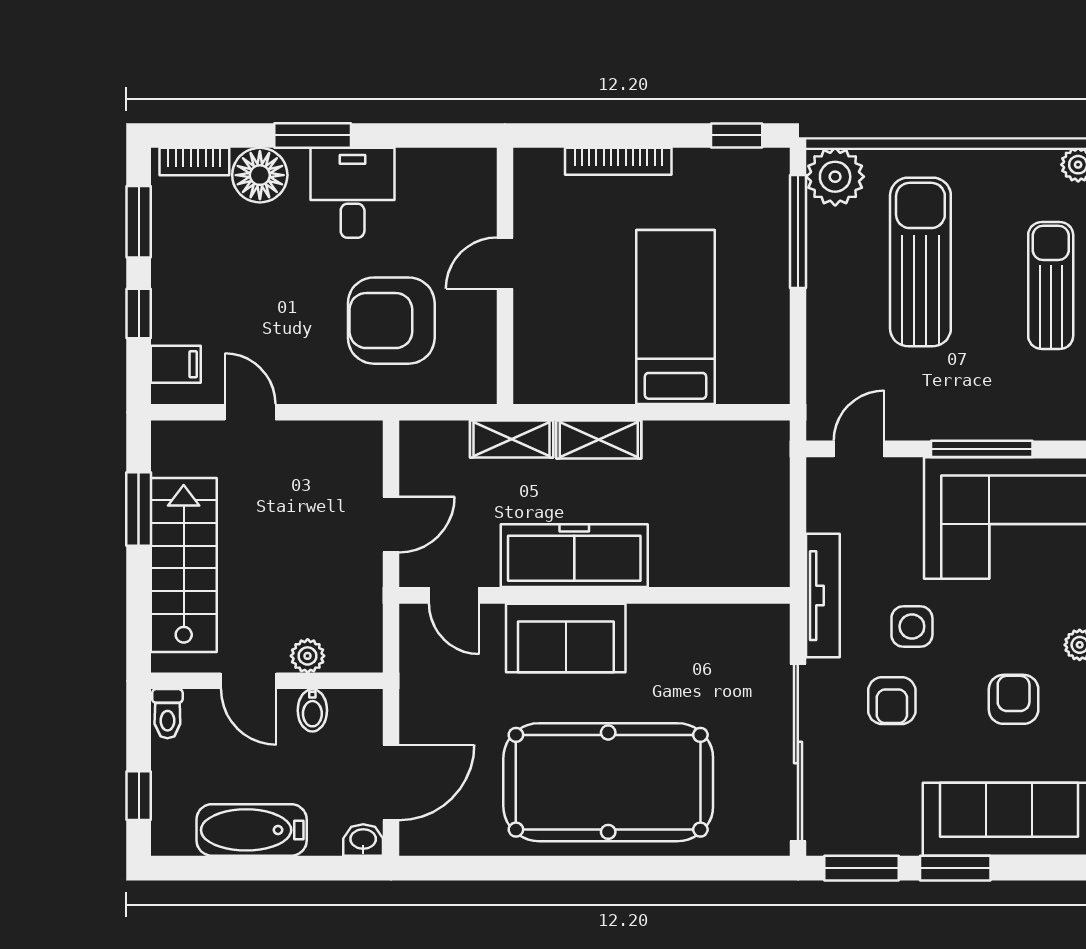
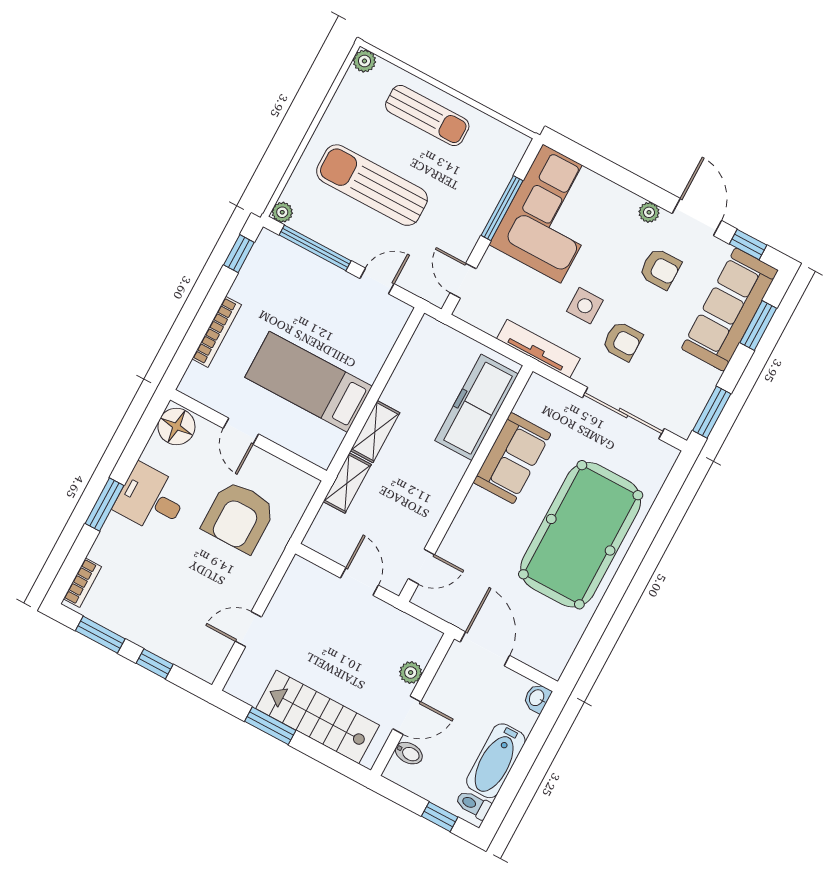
floor lamp: (260, 175) -> (176, 427), moved
plant: (835, 177) -> (282, 212), width x0.53, depth x0.53
sun lounger: (1051, 285) -> (427, 116), turned 180
bed: (675, 317) -> (308, 382), moved
door: (798, 336) -> (377, 281), added
filing cabinet: (176, 364) -> (196, 658), removed
freezer: (574, 556) -> (477, 407), moved
sofa: (566, 638) -> (512, 458), moved
armchair: (1014, 699) -> (660, 269), turned 180
bidet: (312, 710) -> (409, 753), moved
toilet: (167, 714) -> (473, 805), moved, turned 180
sliding door: (798, 753) -> (623, 413), width x0.73
door: (391, 782) -> (485, 649), moved
window: (955, 868) -> (758, 326), moved

